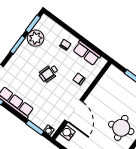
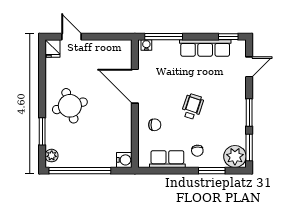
window: (65, 27) -> (212, 171), added
plant: (36, 38) -> (235, 156), moved
window: (35, 128) -> (164, 37), width x1.44
water cooler: (67, 133) -> (124, 160), moved

